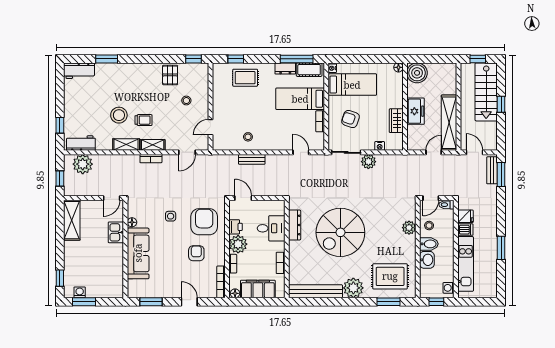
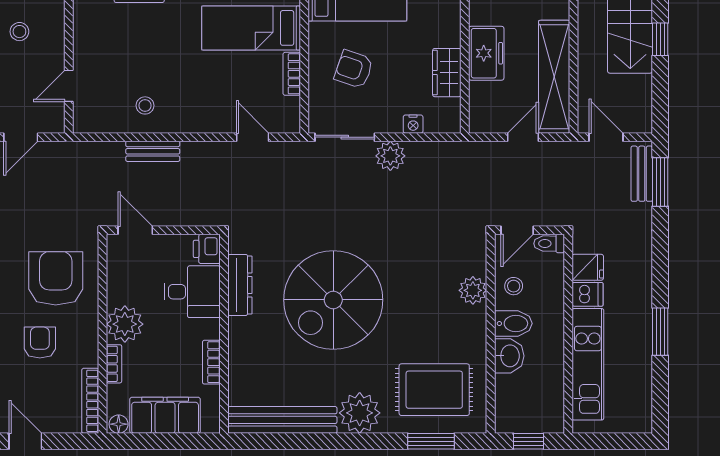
printer: (236, 227) -> (207, 249), moved, turned 180
washing machine: (449, 288) -> (553, 413), removed

